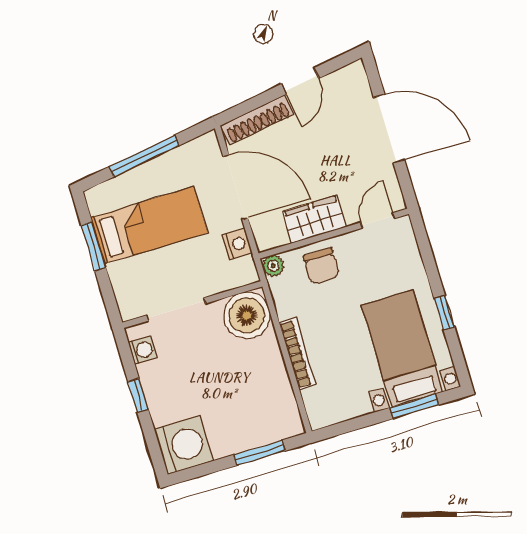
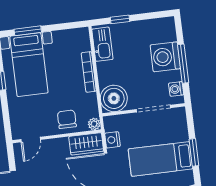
wardrobe: (315, 219) -> (86, 144), moved
window: (138, 395) -> (183, 64), width x2.17
kitchen sink: (282, 405) -> (102, 44), added
washing machine: (184, 445) -> (165, 57), moved
window: (259, 453) -> (120, 19), width x0.67

